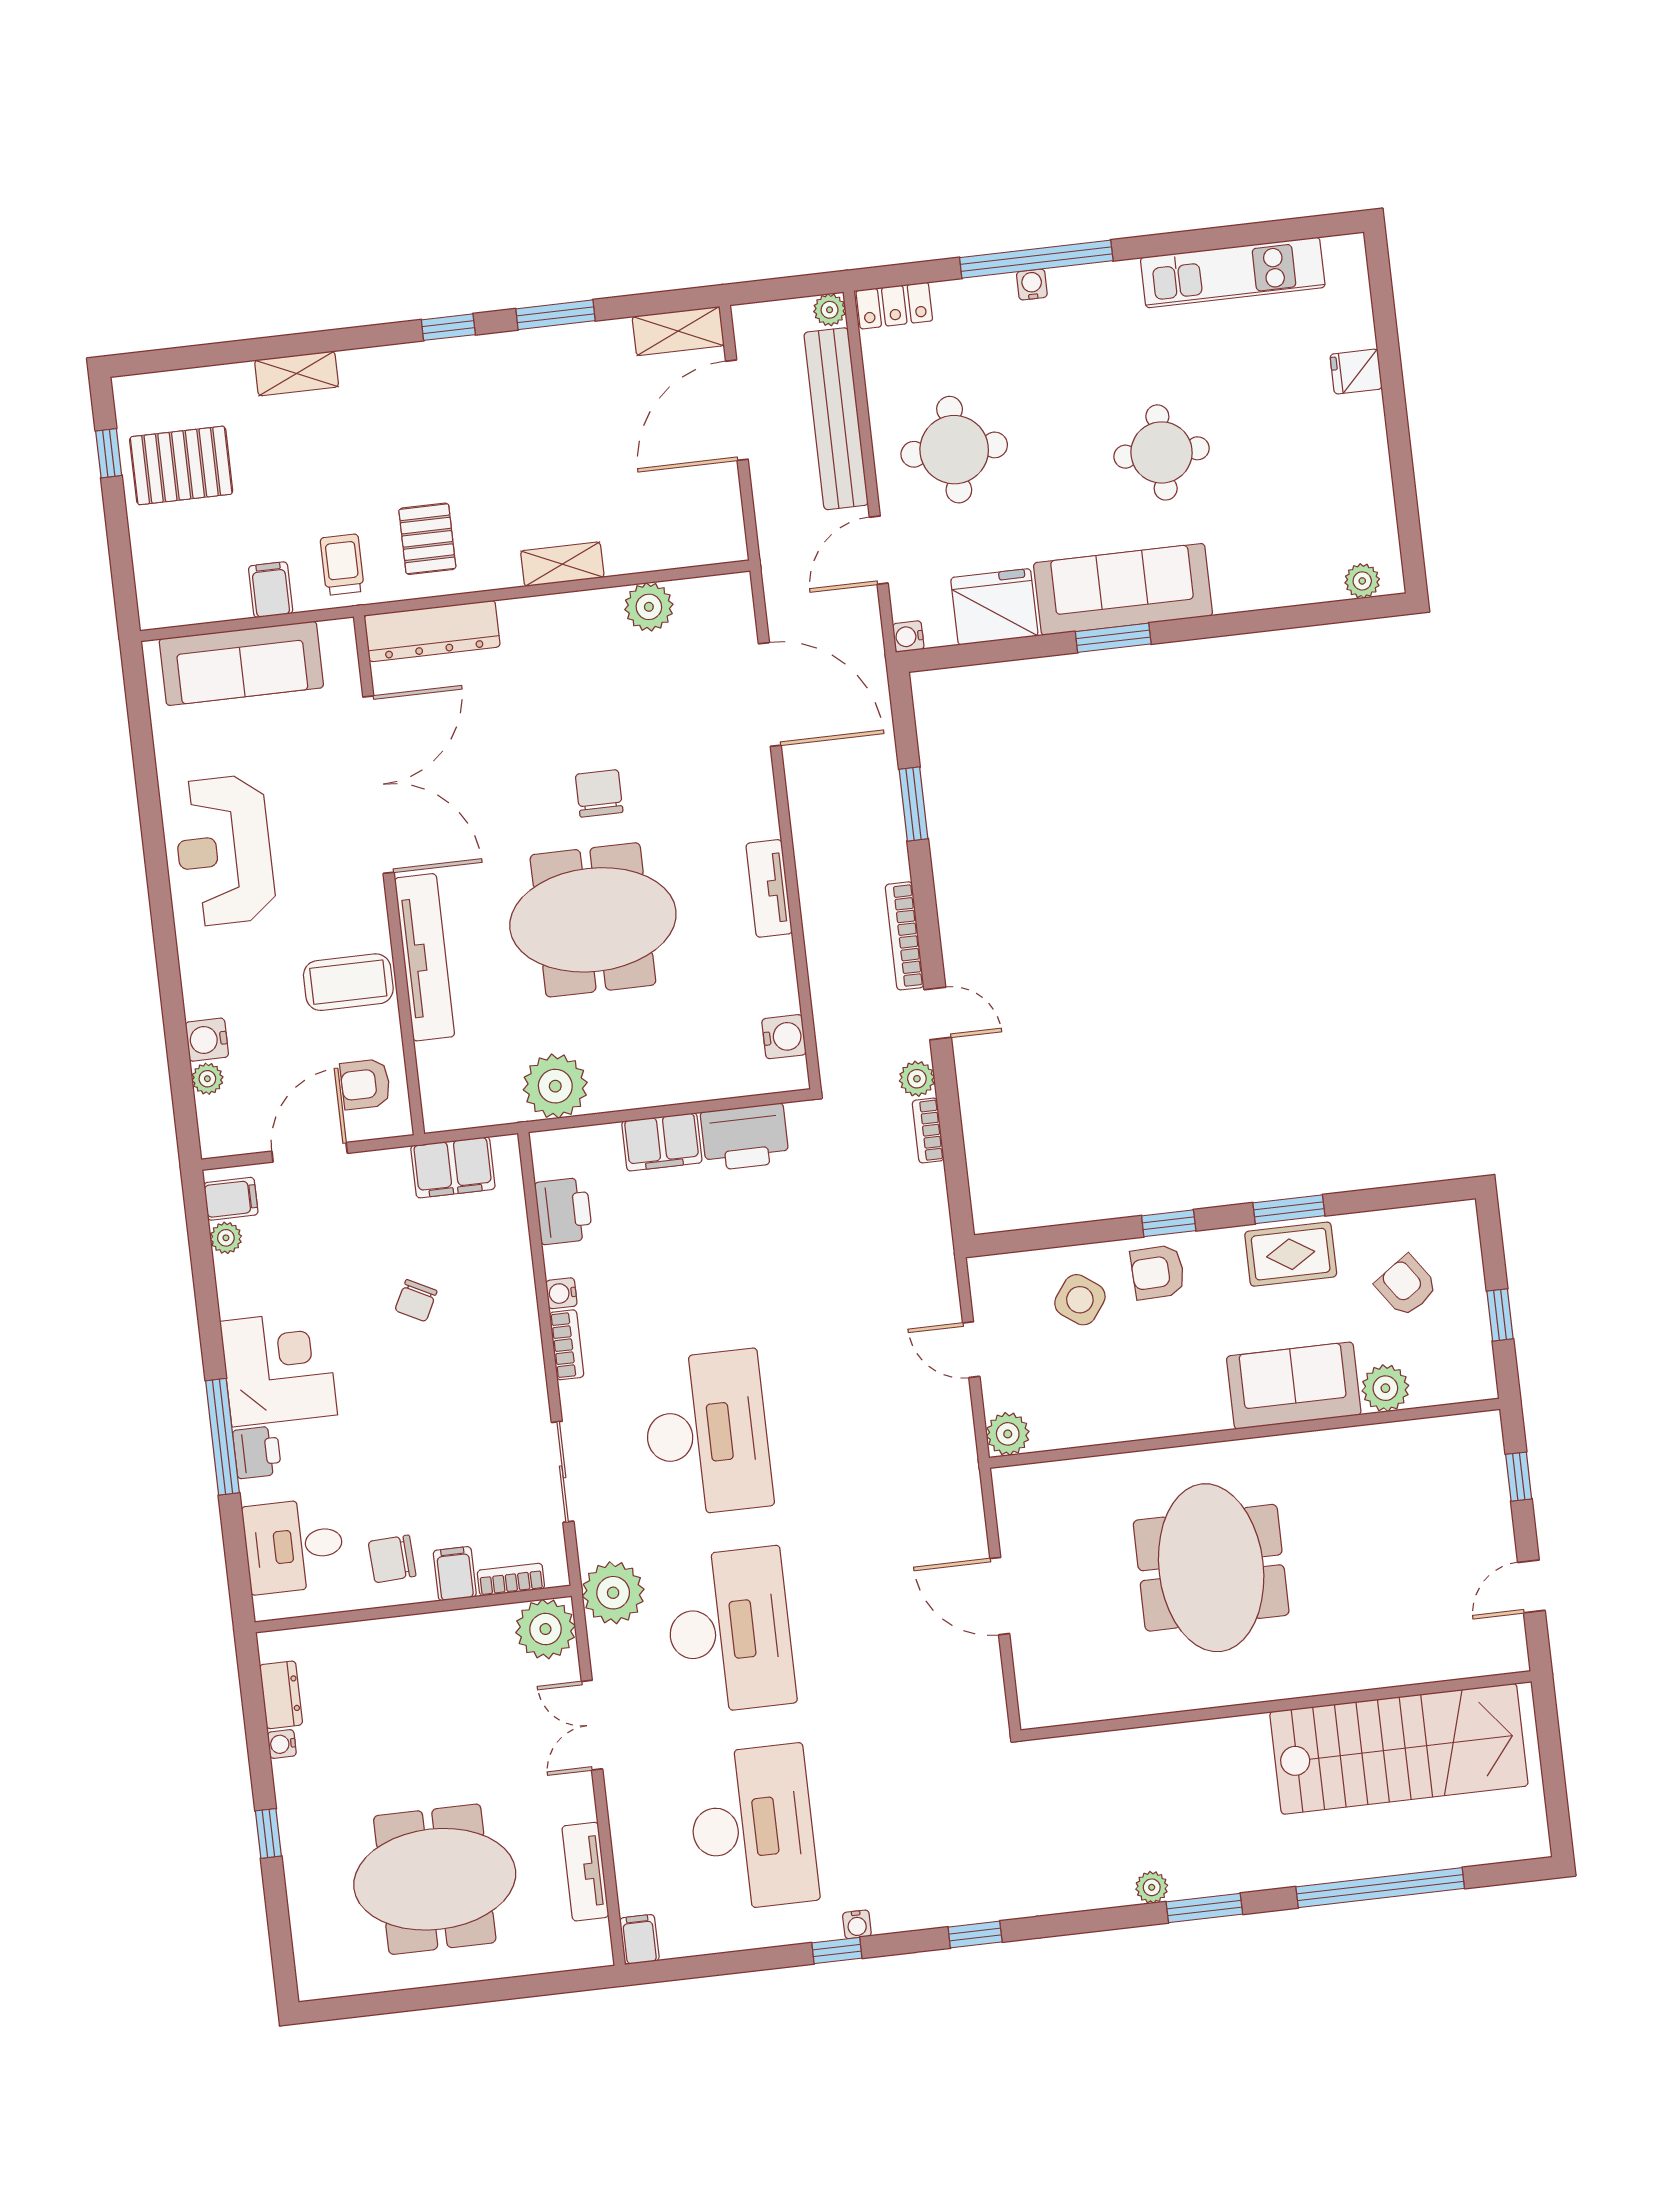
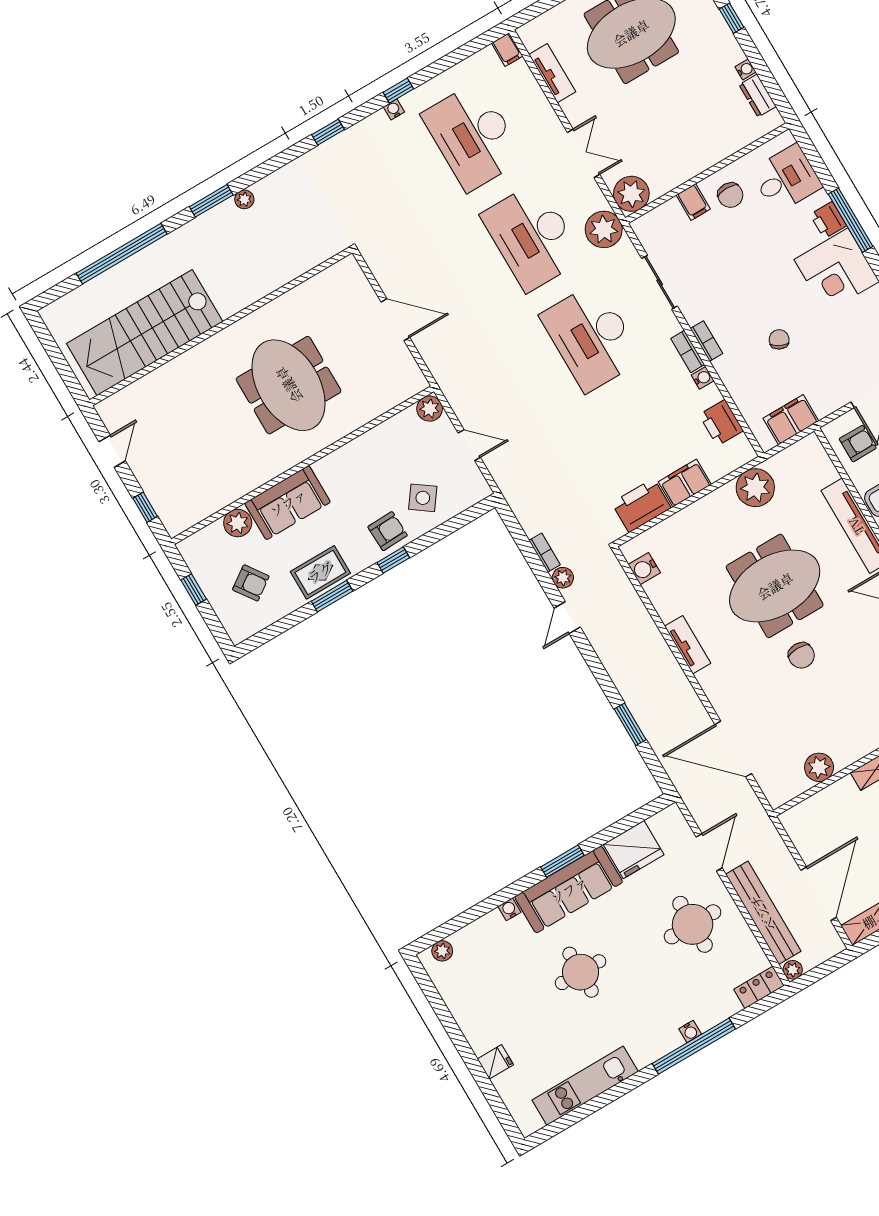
water cooler: (908, 636) -> (509, 909), moved, turned -90
bookcase: (905, 936) -> (603, 651), removed
door: (938, 1014) -> (567, 618), hinge flipped
chair: (392, 1559) -> (730, 195), turned 93
bookcase: (511, 1580) -> (706, 341), moved, turned -90

